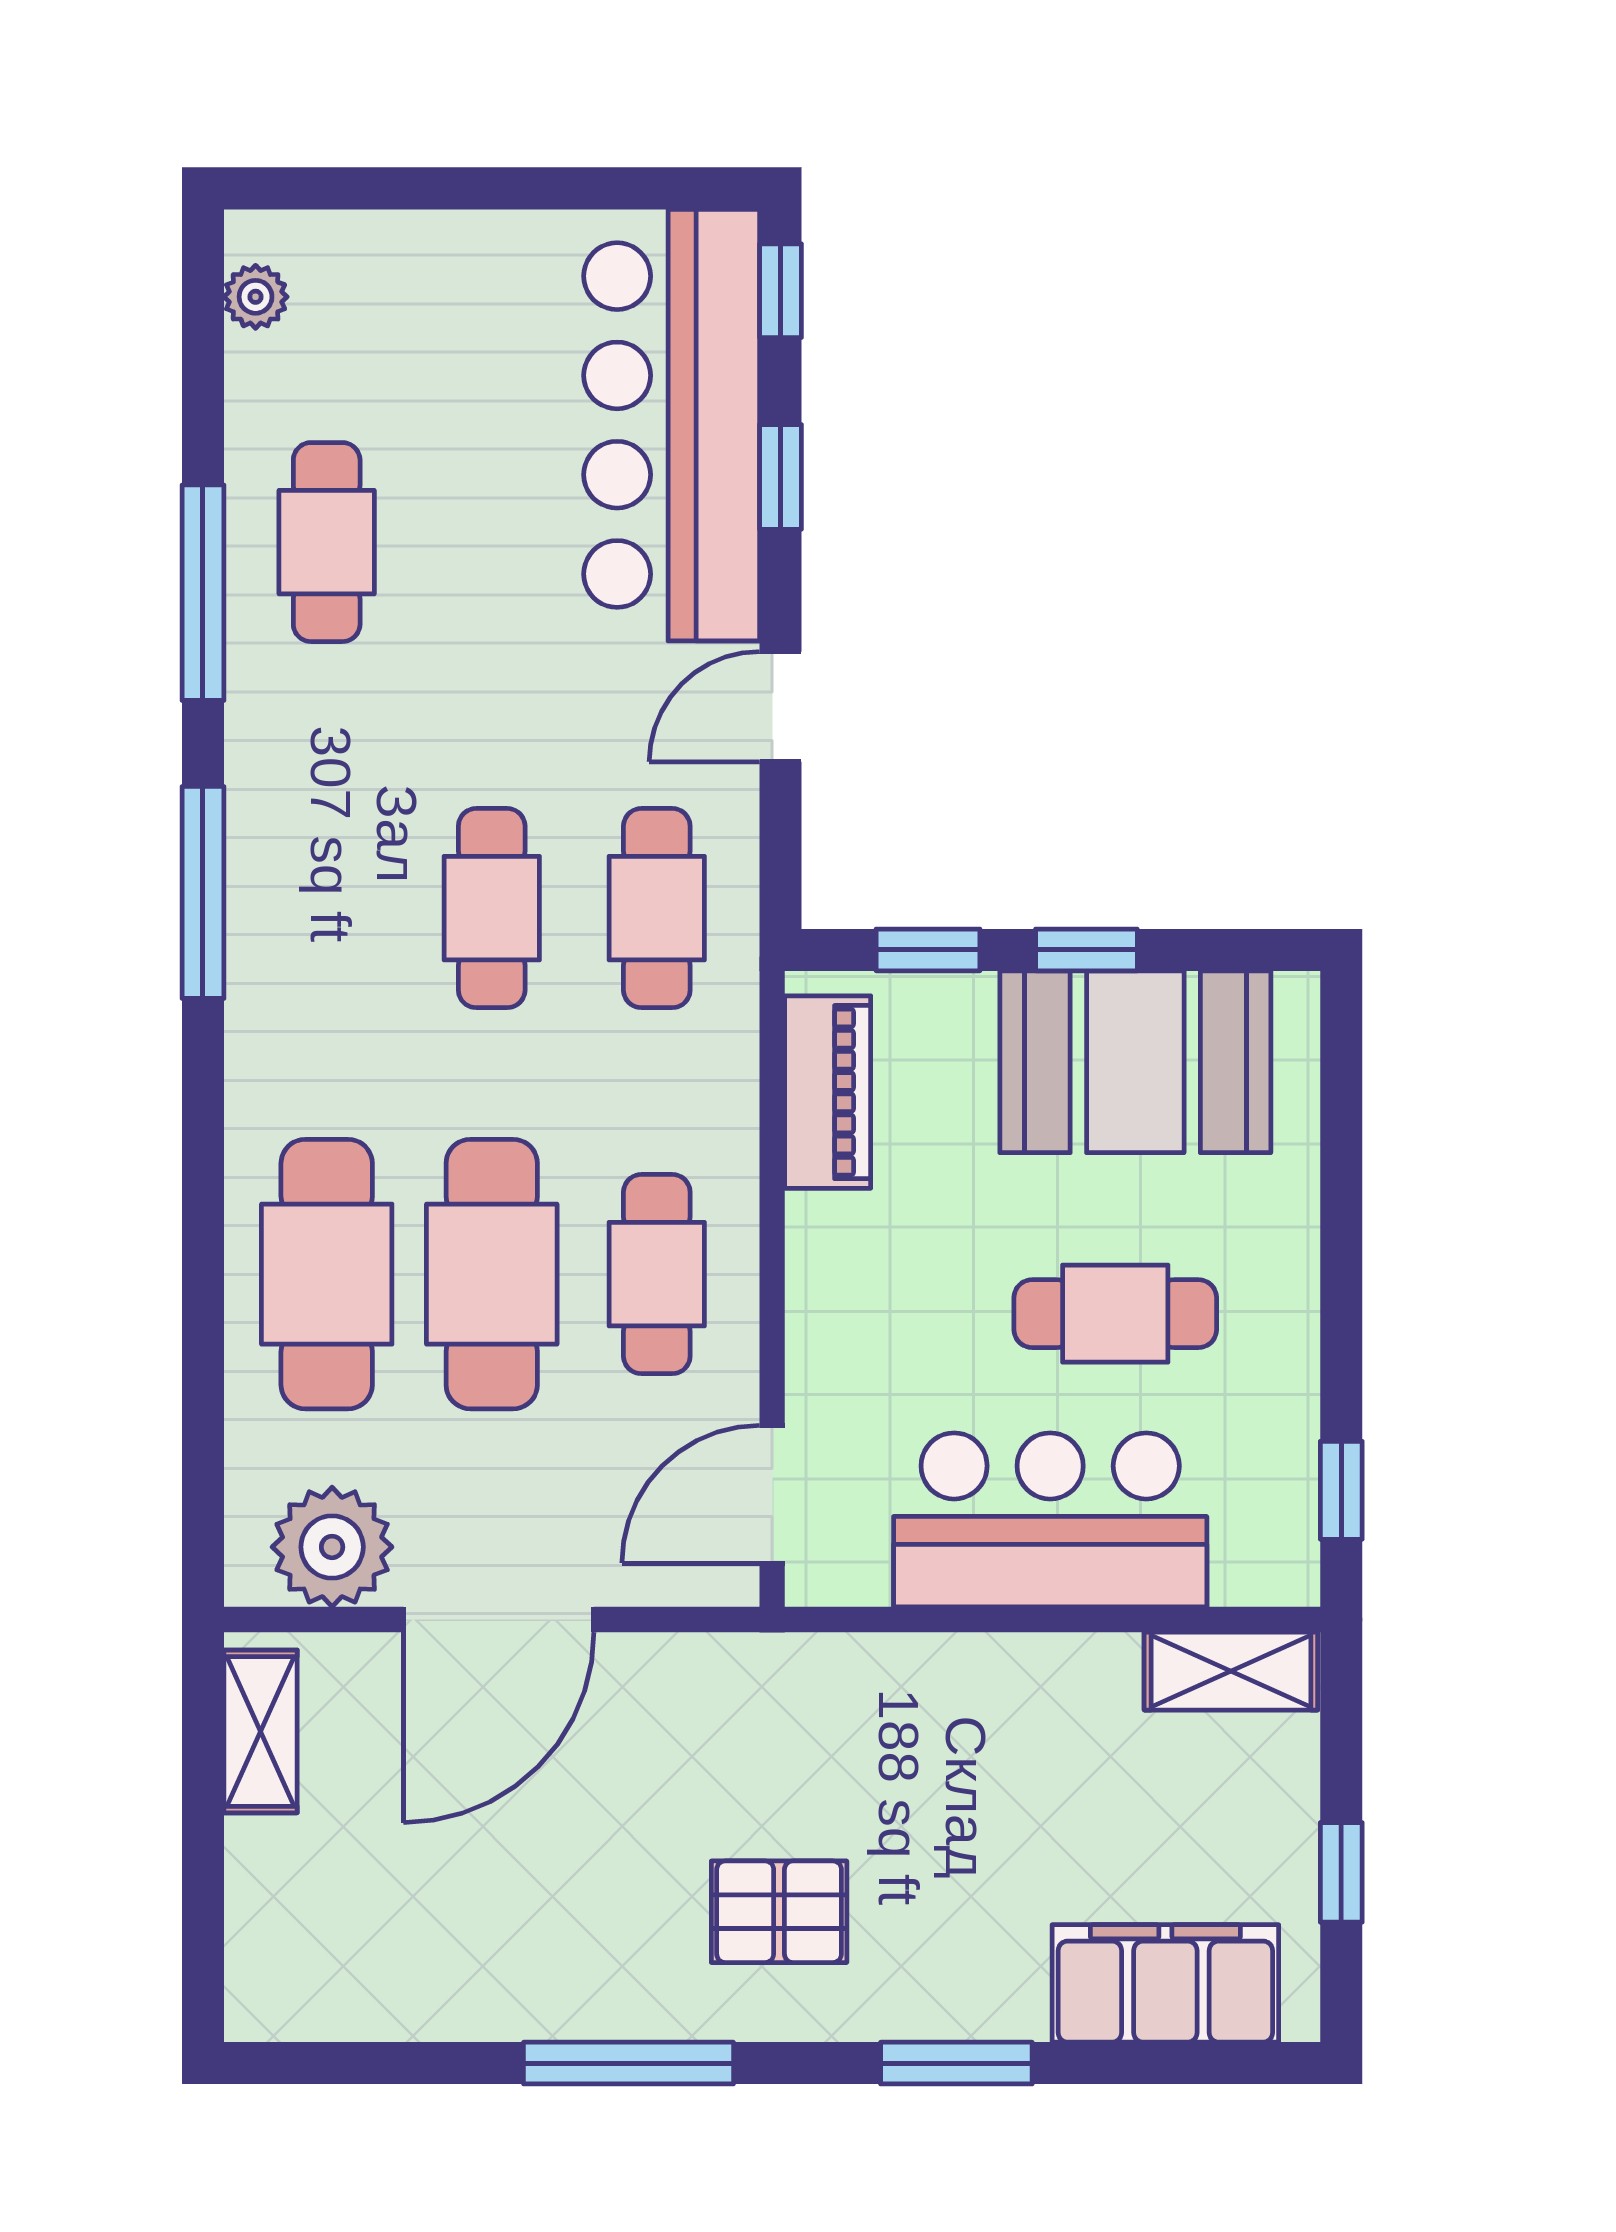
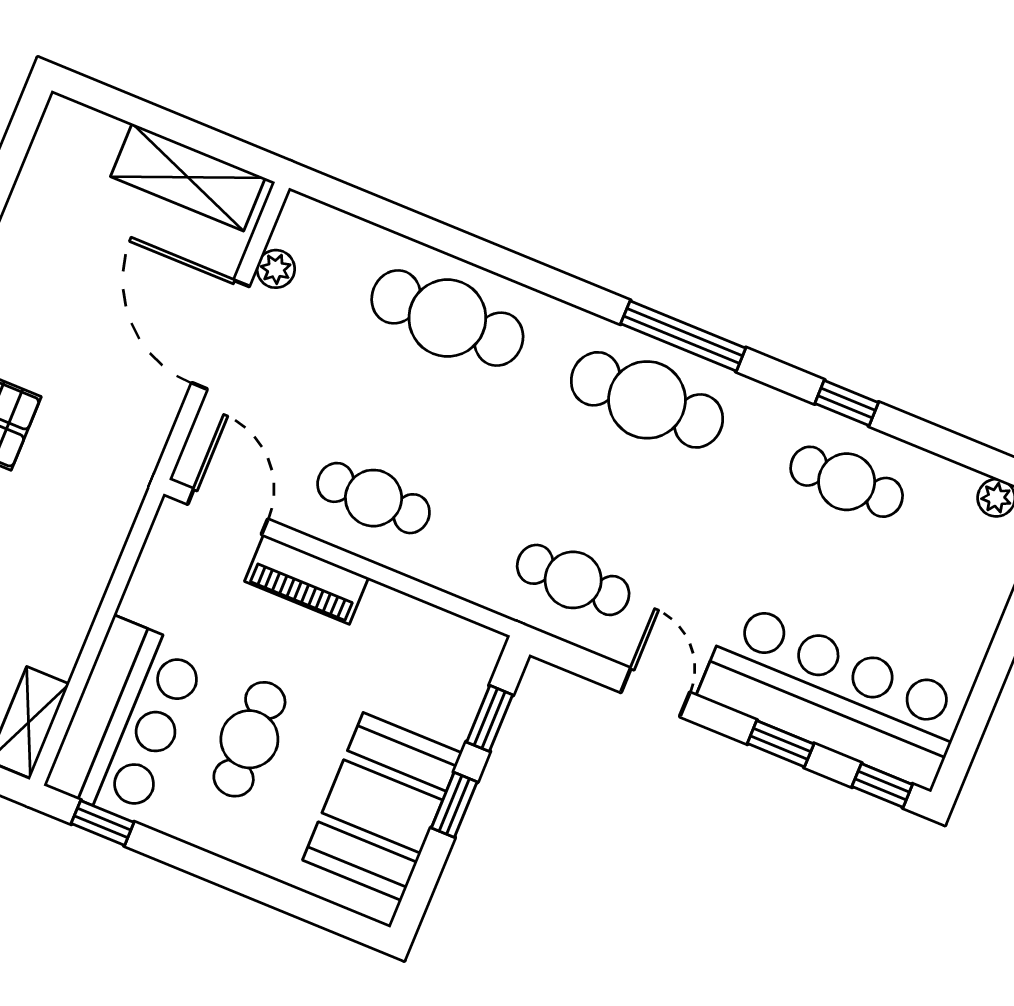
window: (203, 593) -> (847, 403), width x0.46
cafe table: (492, 908) -> (647, 400), moved, width x1.37, depth x1.35
piano: (828, 1092) -> (307, 579), moved
cafe table: (492, 1274) -> (410, 408), removed
bar counter: (1050, 1520) -> (126, 719), moved
plant: (332, 1547) -> (276, 269), width x0.53, depth x0.53
shelving: (261, 1731) -> (188, 177), width x1.50, depth x1.33

